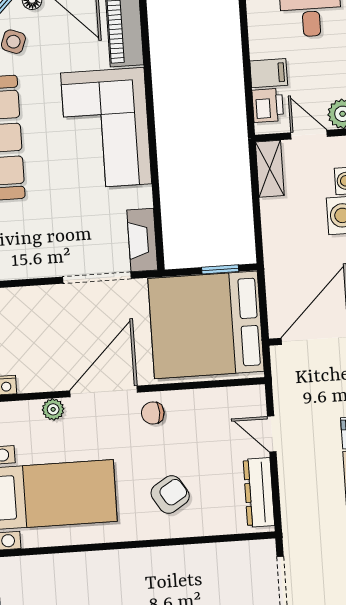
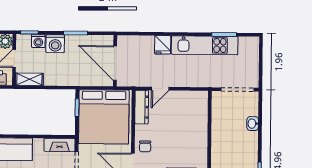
dresser: (259, 492) -> (142, 107), moved, turned -90
armchair: (170, 494) -> (186, 141), removed

